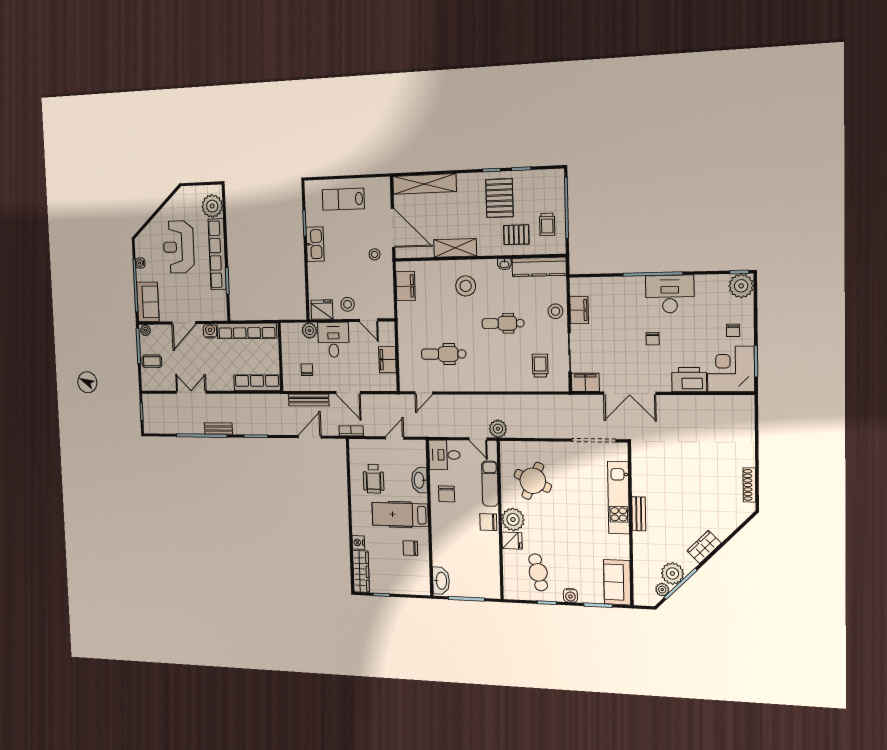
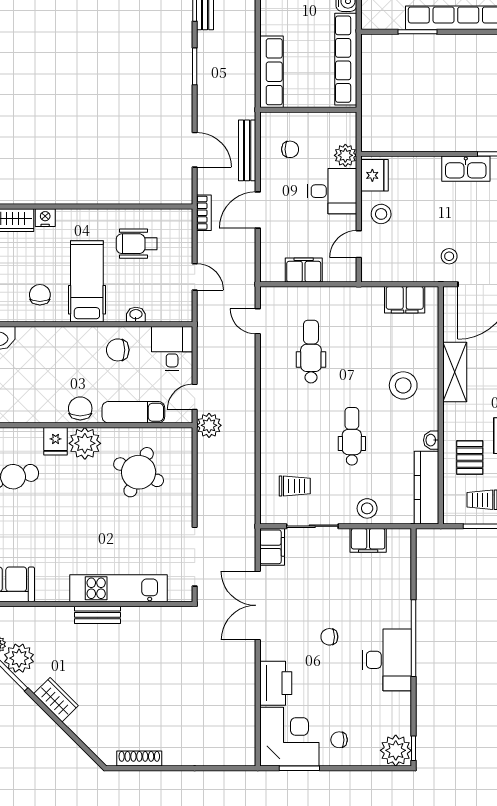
washbasin: (419, 480) -> (136, 315), width x0.52, depth x0.69

